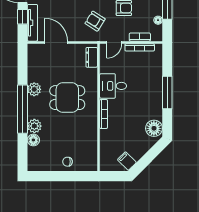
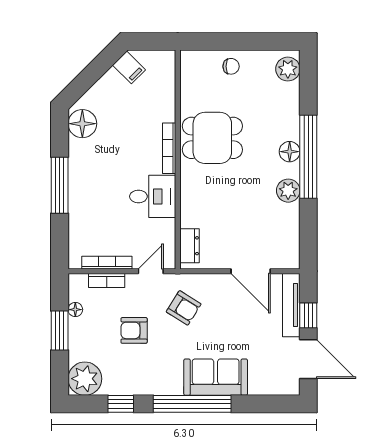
dining table: (67, 98) -> (212, 138), moved
plant: (34, 126) -> (288, 69), moved
floor lamp: (33, 140) -> (290, 152), moved

